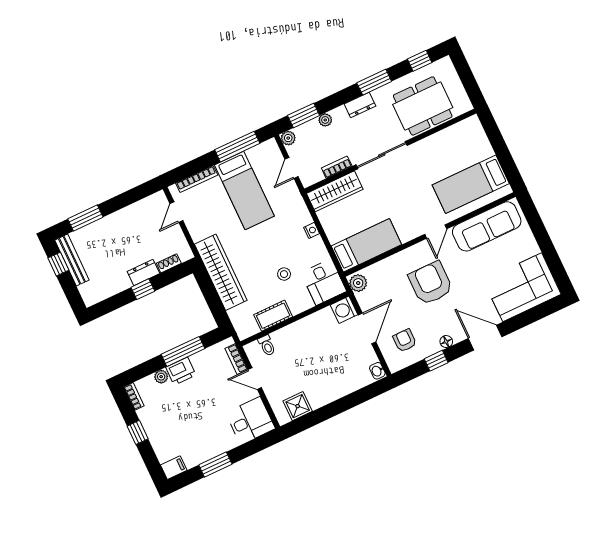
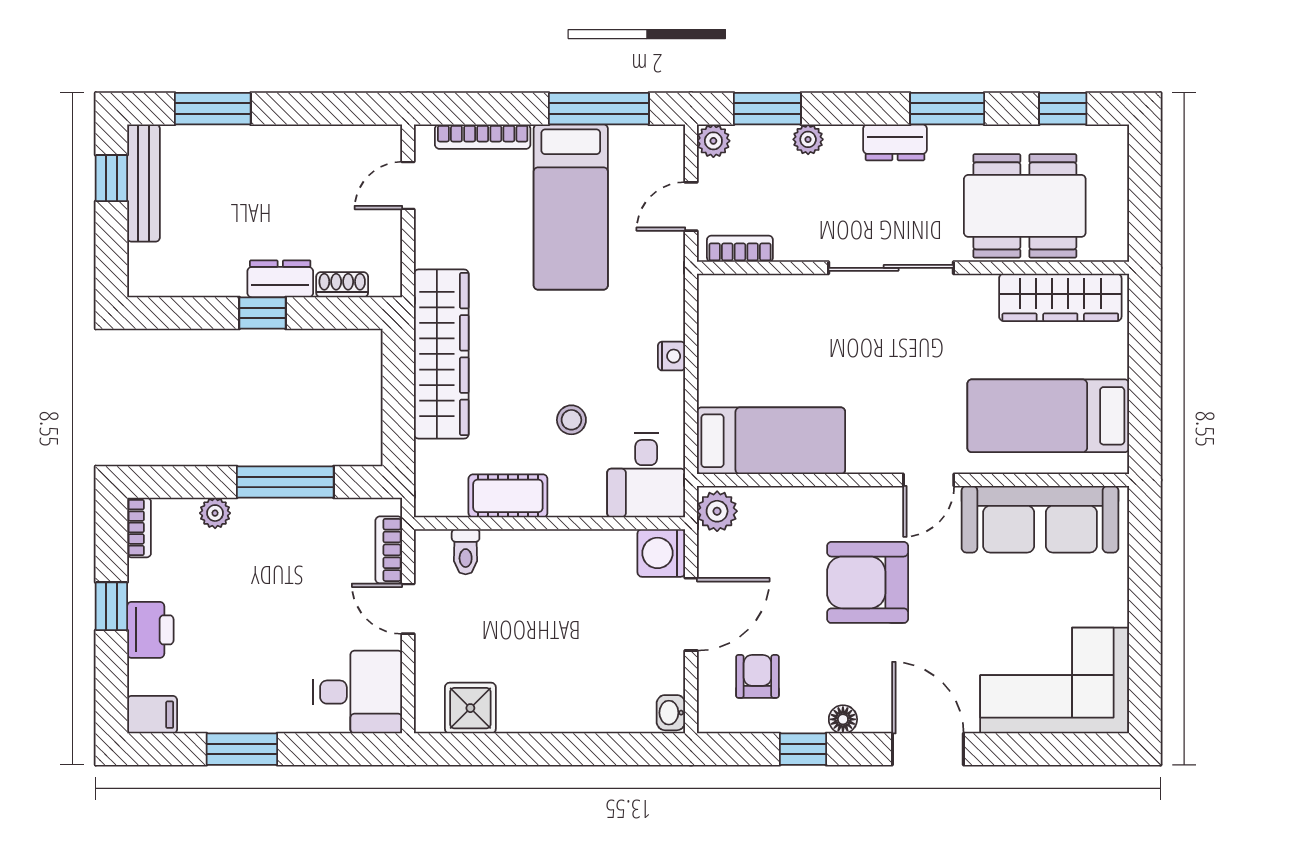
bookcase: (337, 167) -> (740, 249), moved
wardrobe: (335, 191) -> (1060, 297), moved
armchair: (431, 283) -> (868, 582), turned -90
printer: (181, 371) -> (150, 630), moved, turned -90

